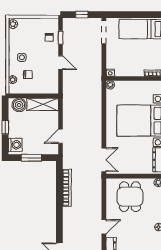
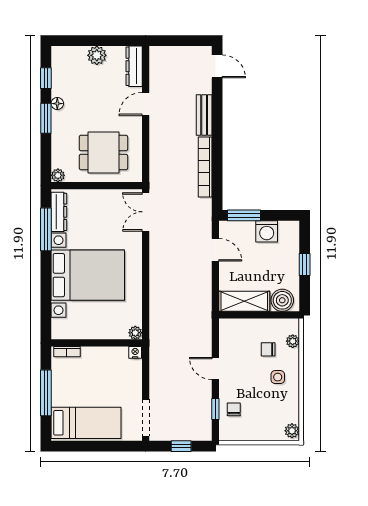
door: (61, 136) -> (215, 250), hinge flipped
washing machine: (15, 145) -> (267, 231), moved, turned -90
window: (31, 158) -> (244, 215), moved
dining table: (130, 197) -> (103, 152), turned 90
bench: (68, 220) -> (204, 115), added

